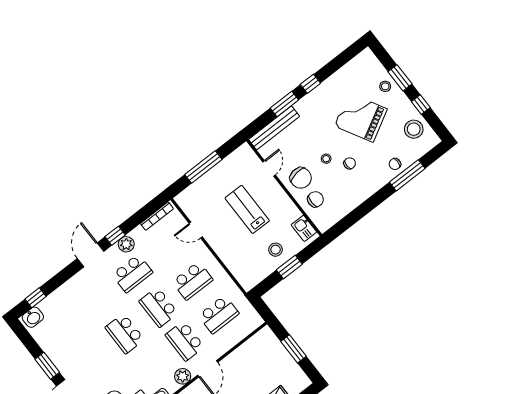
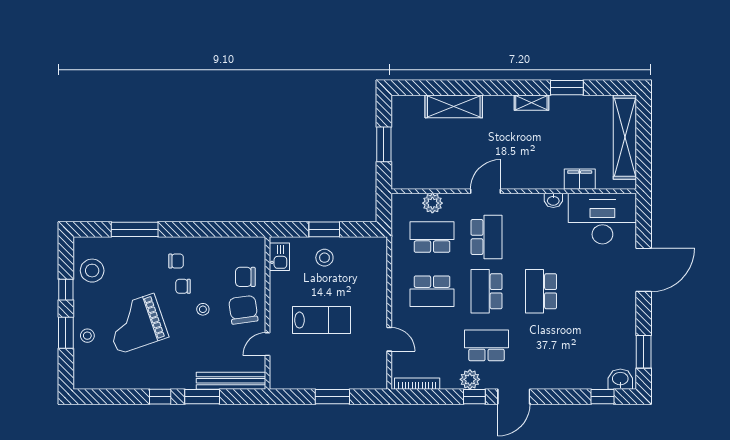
grand piano: (361, 117) -> (136, 324), turned 100
chair: (395, 164) -> (176, 261), moved
window: (203, 167) -> (332, 397), width x0.69
lab bench: (247, 209) -> (322, 320), turned -90
school desk: (192, 281) -> (432, 291), turned 180
school desk: (159, 307) -> (487, 291), turned 180
school desk: (125, 334) -> (541, 291), turned 180
window: (47, 366) -> (644, 352), moved
plant: (183, 376) -> (432, 203), moved

